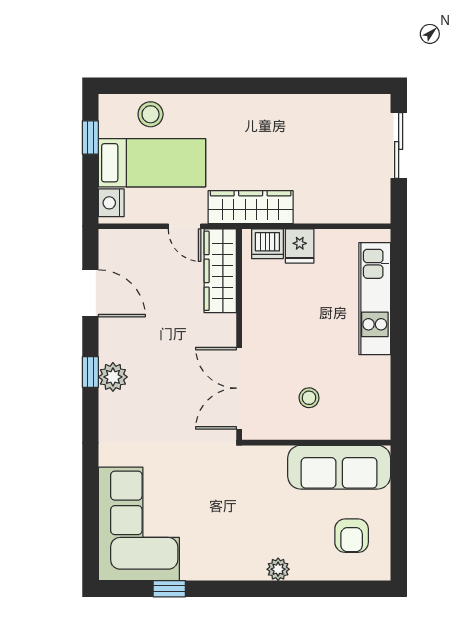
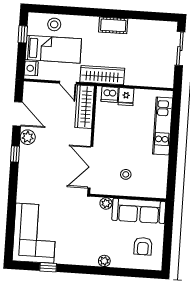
cot: (266, 109) -> (113, 25), added
plant: (113, 377) -> (28, 137), moved
plant: (274, 457) -> (106, 203), added

